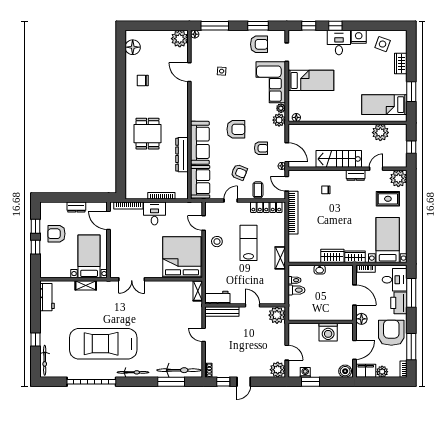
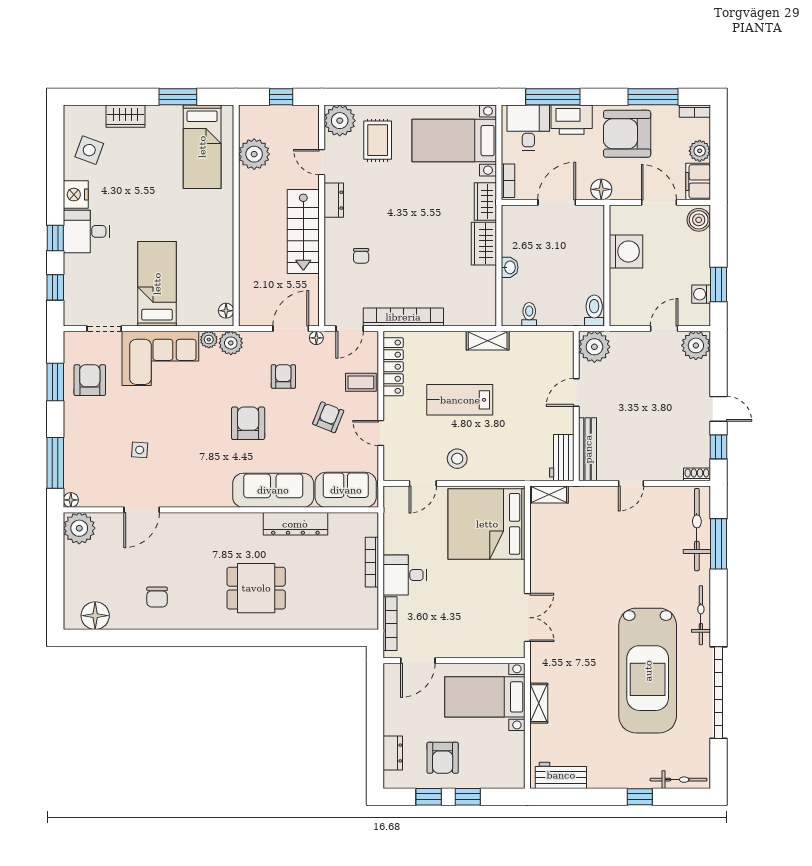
dresser: (76, 207) -> (393, 753), moved
toilet: (296, 290) -> (594, 311), moved

